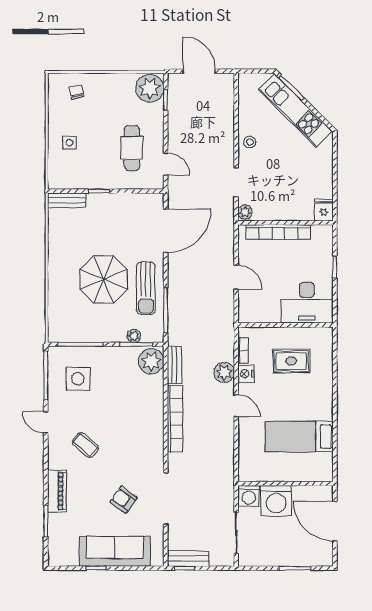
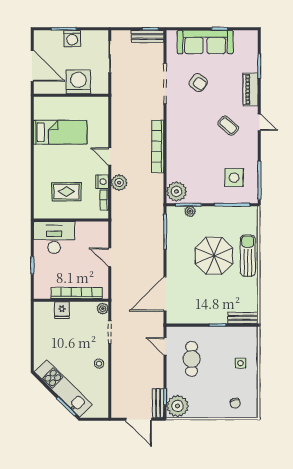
fridge: (324, 210) -> (62, 310), moved
sun lounger: (146, 288) -> (248, 256), moved
bench: (174, 365) -> (158, 403), moved
door: (46, 422) -> (259, 122), moved
washing machine: (249, 496) -> (72, 38), moved, turned 180

